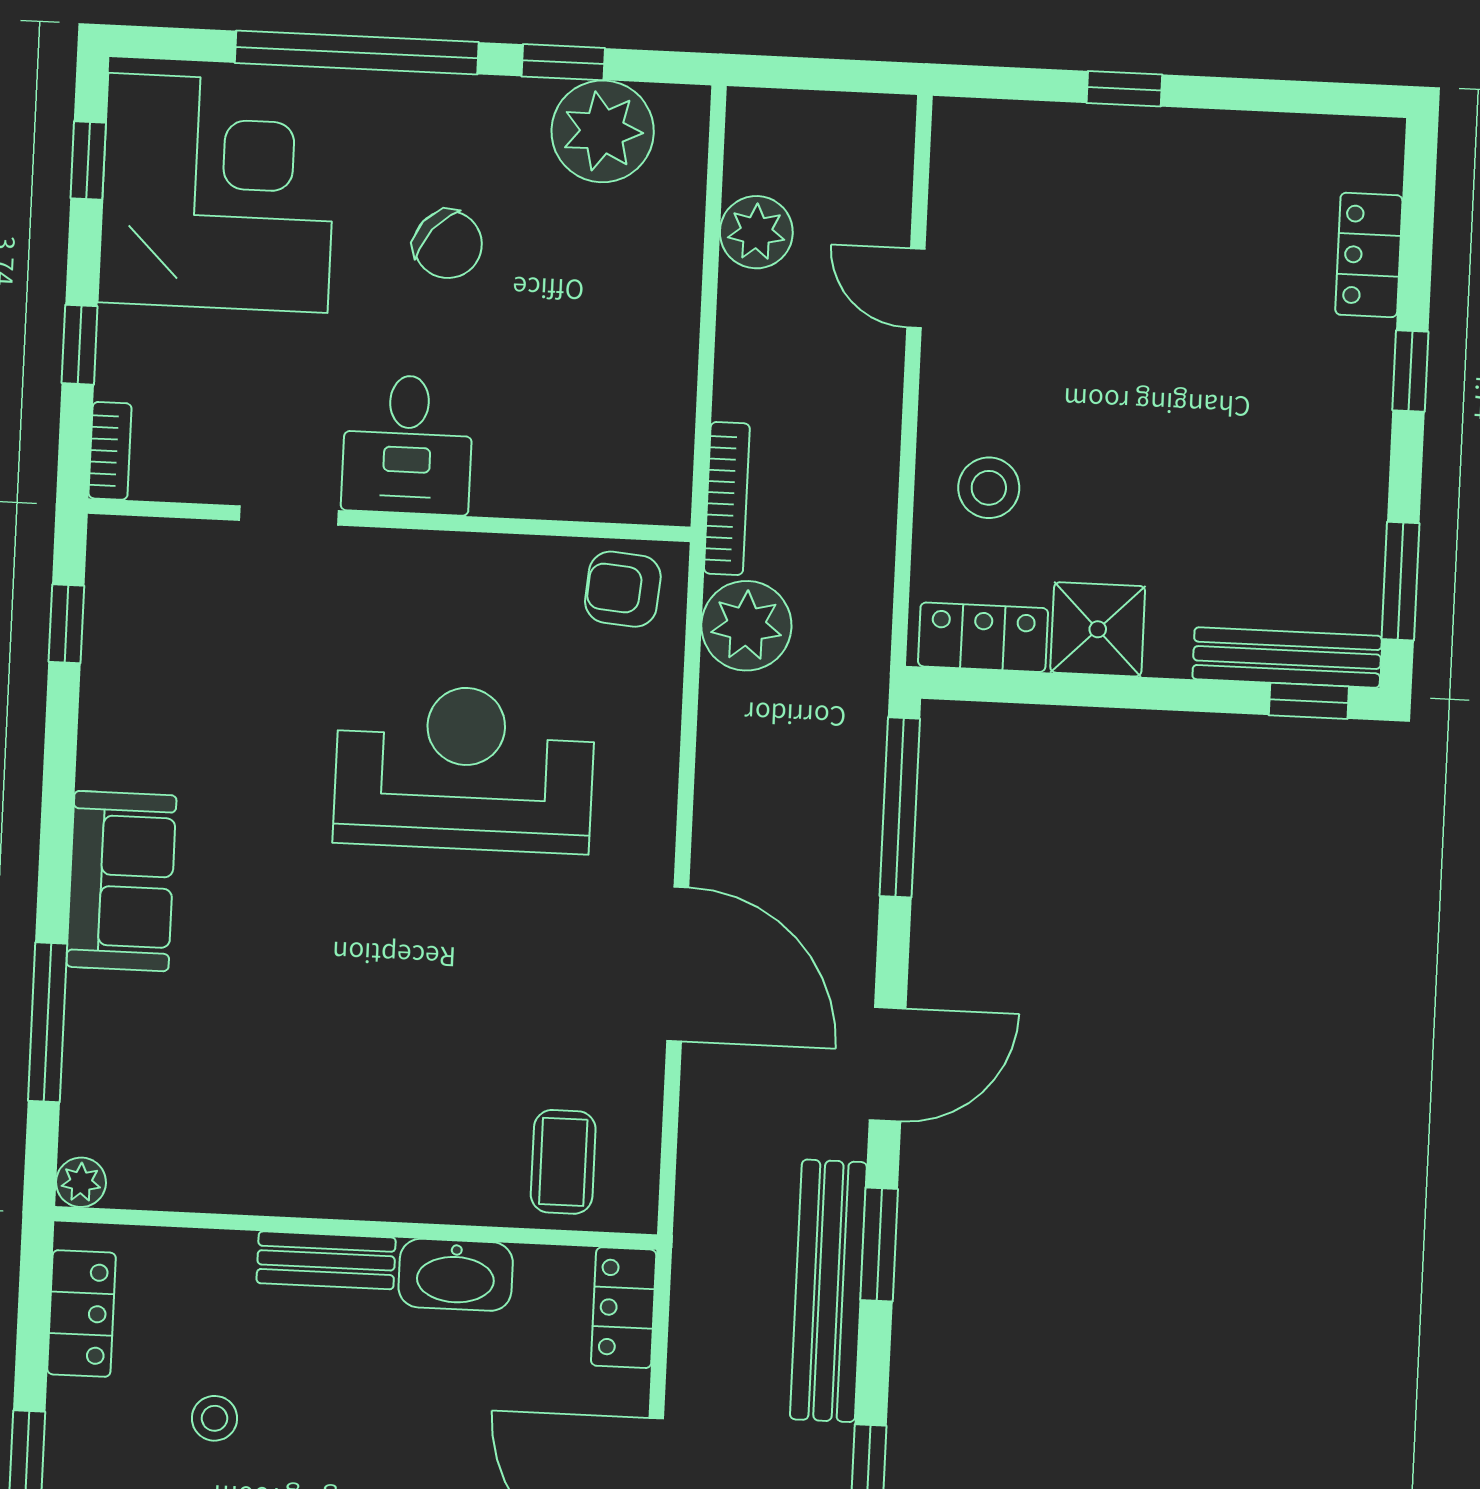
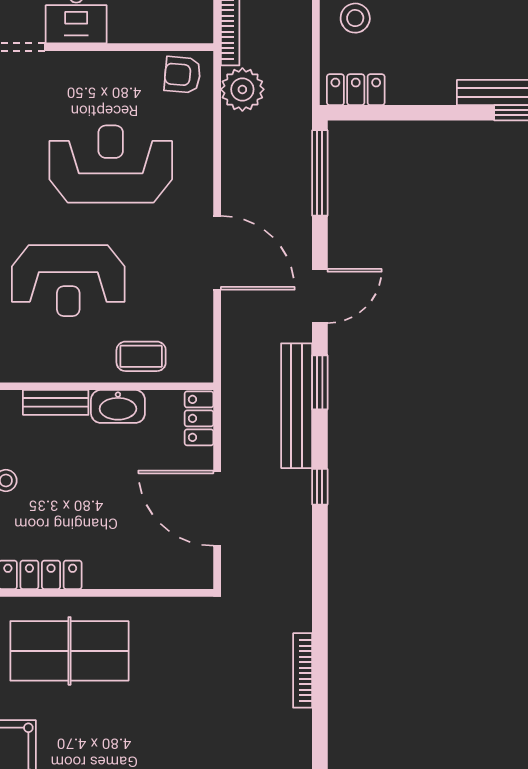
shower: (1098, 629) -> (410, 83), removed
reception desk: (364, 1007) -> (68, 281), added
coffee table: (563, 1162) -> (141, 356), moved, turned 90

